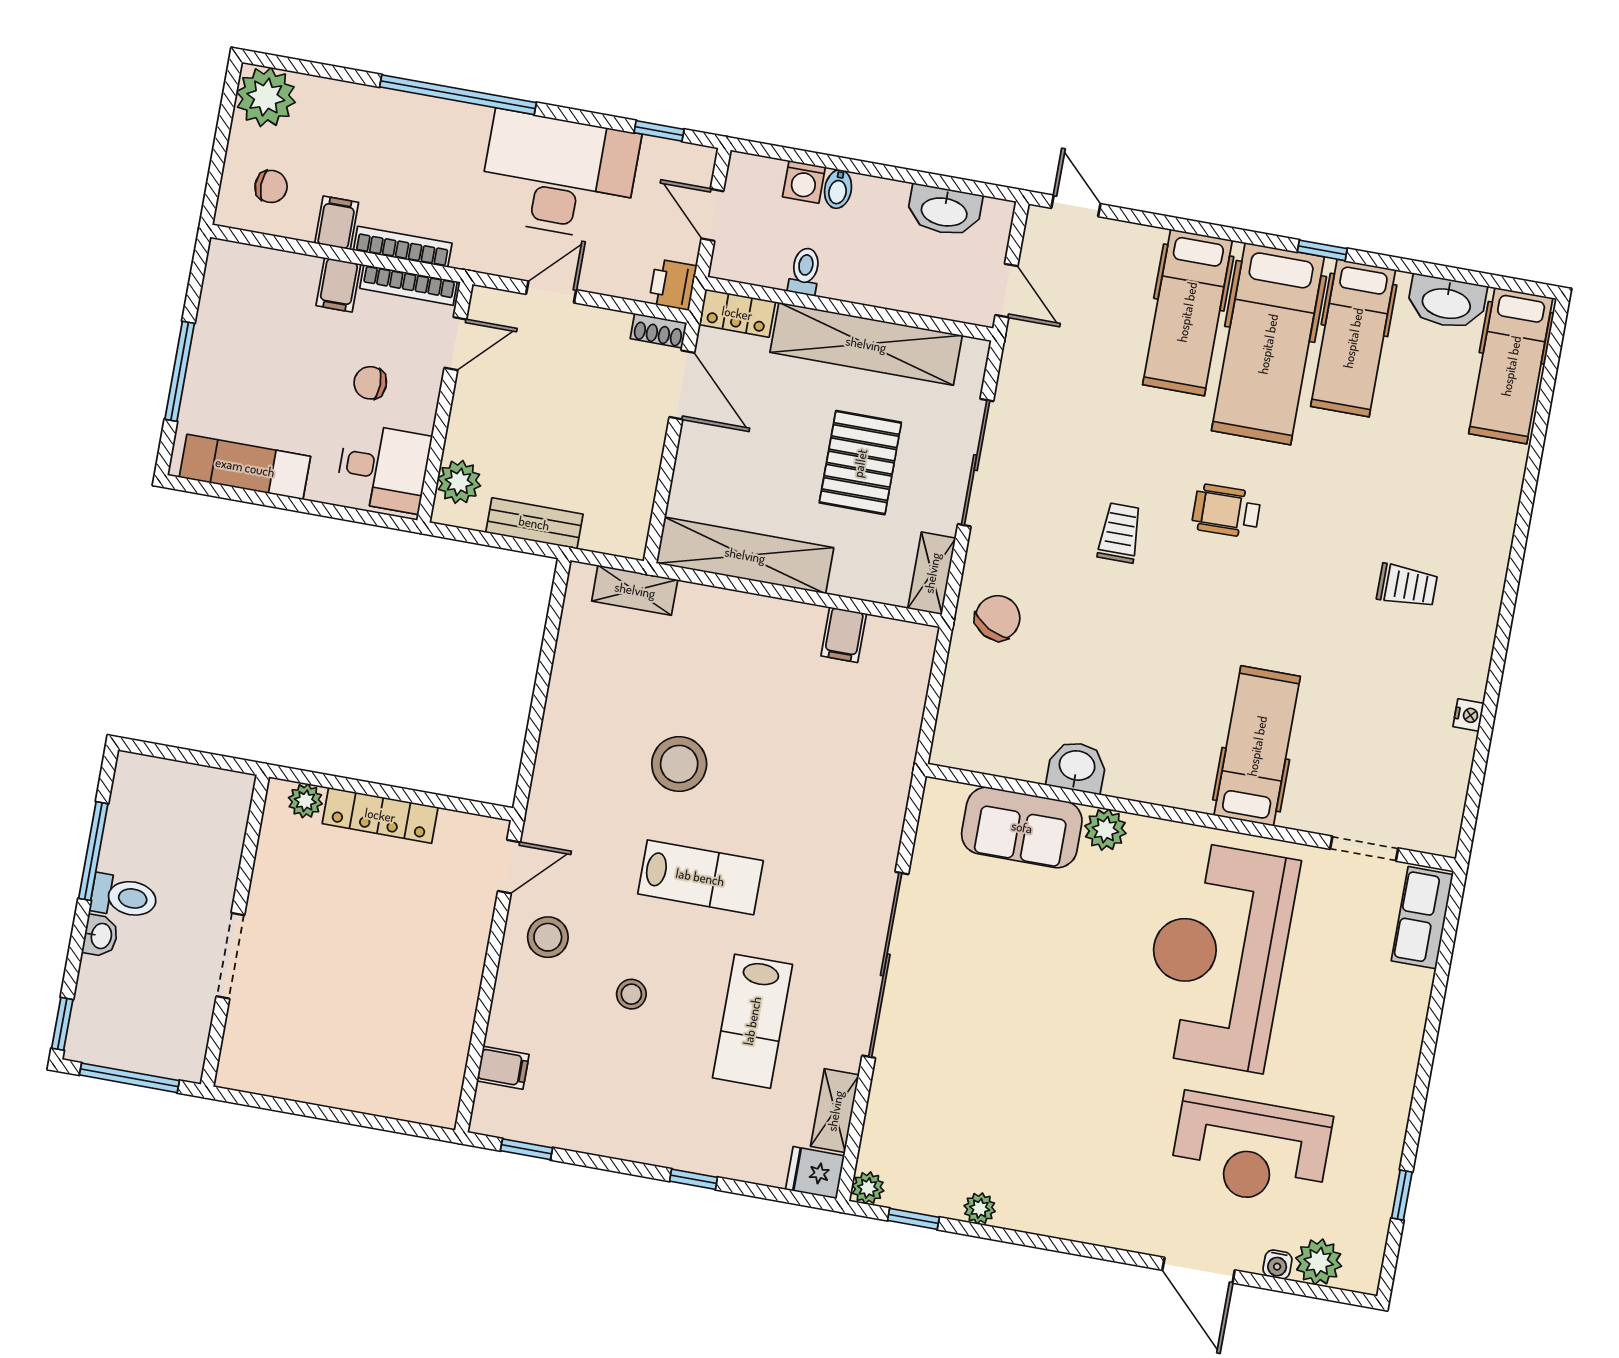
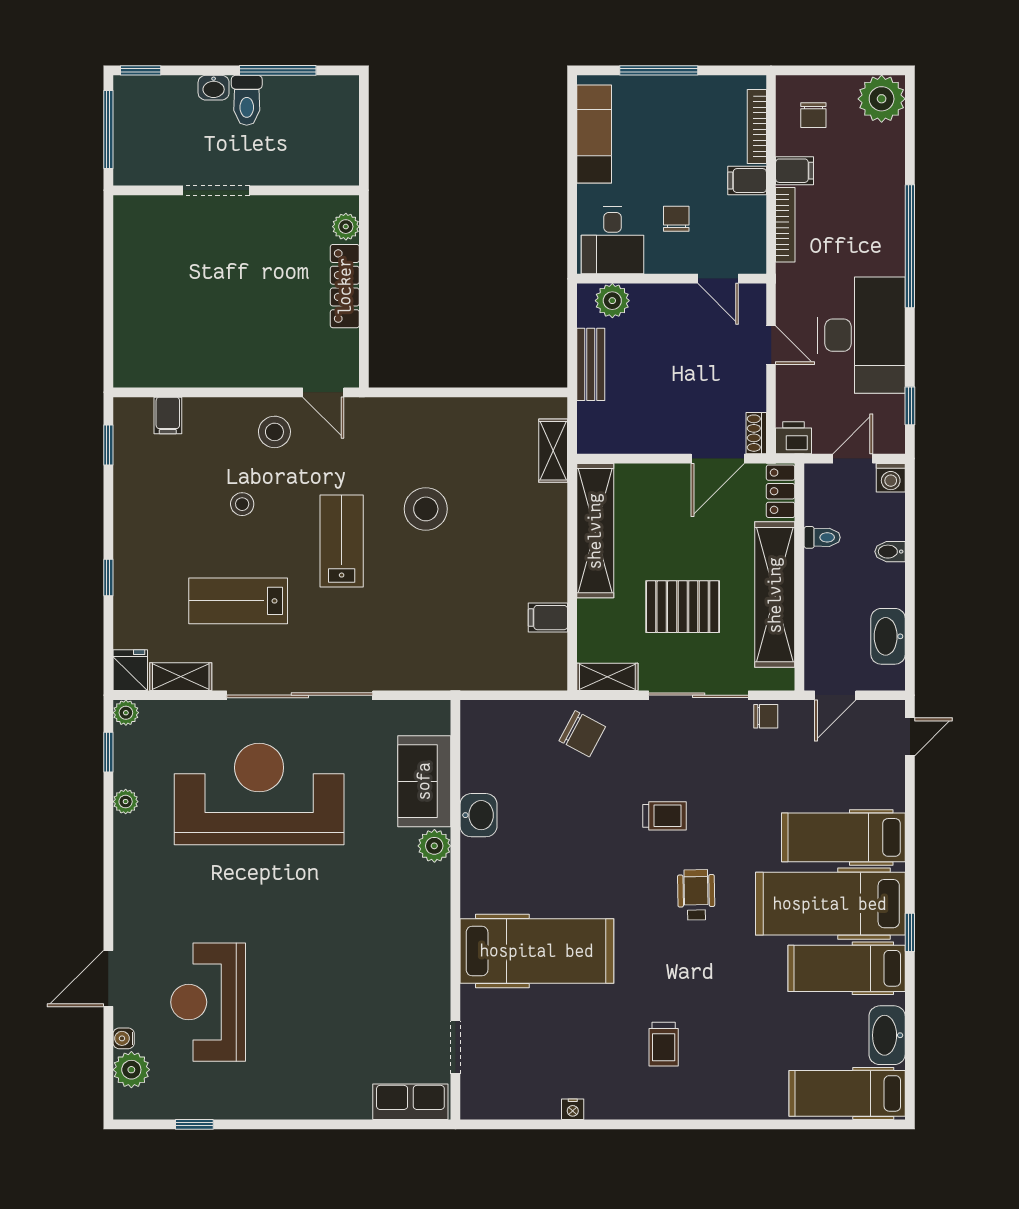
washing machine: (804, 182) -> (891, 478), moved, turned -90
bookcase: (409, 285) -> (757, 127), moved
chair: (1017, 383) -> (766, 716), added
hospital bed: (1257, 746) -> (537, 951), width x1.37, depth x1.29
lab bench: (700, 877) -> (342, 541), turned 180
reception desk: (1218, 956) -> (259, 794), moved

